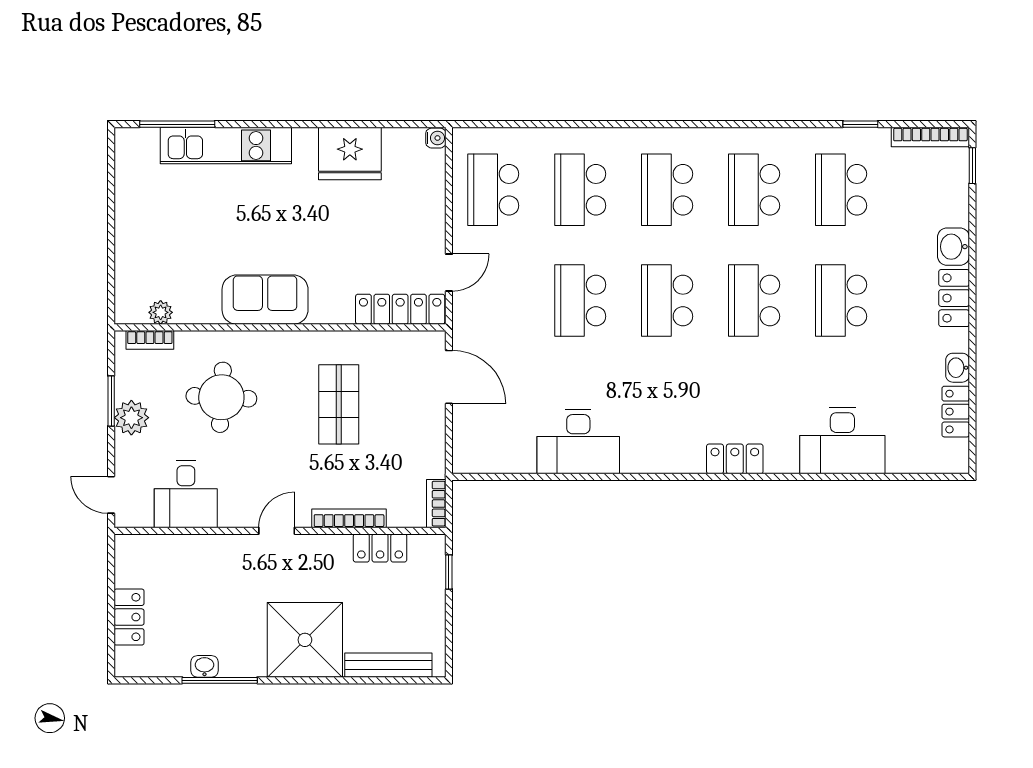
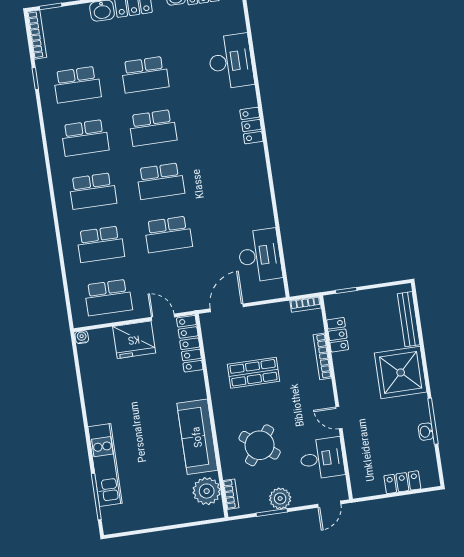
fridge: (350, 153) -> (134, 340), moved, turned 90
sofa: (265, 300) -> (197, 437), width x1.36
plant: (161, 312) -> (207, 491), width x1.88, depth x1.88
round table: (221, 397) -> (260, 445), turned 34
desk: (578, 442) -> (260, 255), moved
door: (277, 531) -> (339, 418), moved

